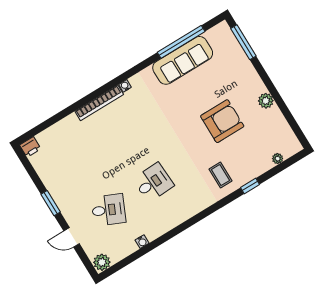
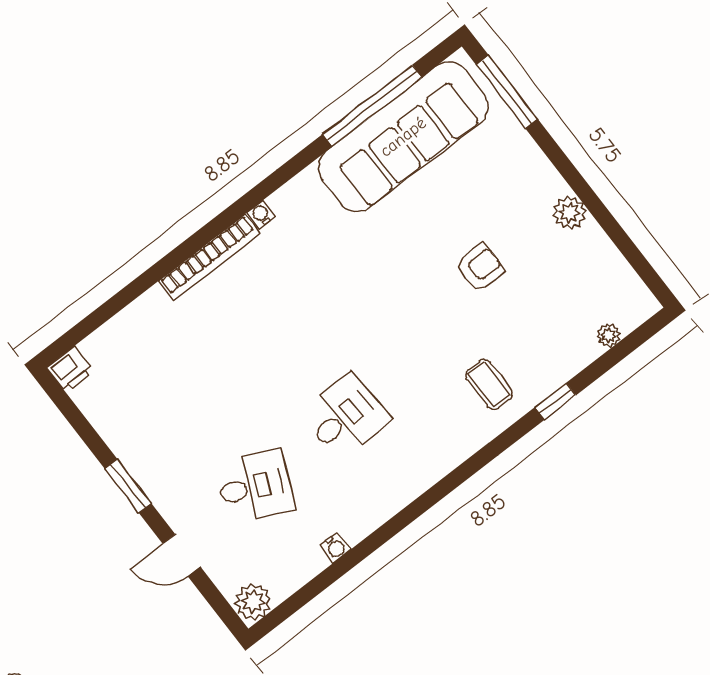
sofa: (183, 60) -> (403, 137), width x1.36, depth x1.27
armchair: (222, 121) -> (480, 267), width x0.53, depth x0.53

